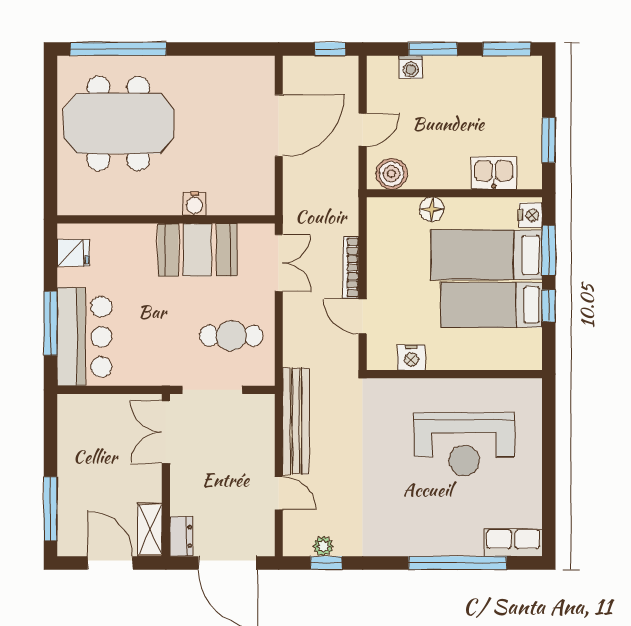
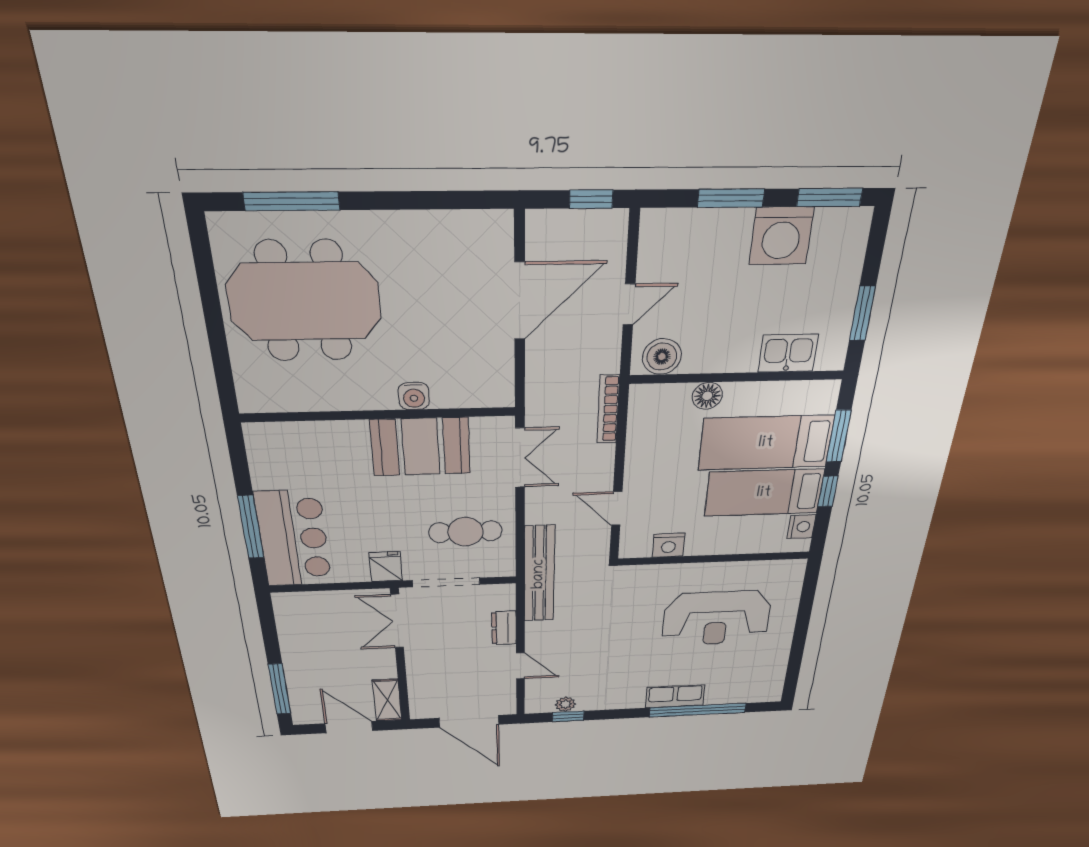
window: (118, 49) -> (292, 201), width x0.68
washing machine: (411, 67) -> (781, 236), moved, width x1.89, depth x1.89
nightstand: (531, 215) -> (801, 527), moved
fridge: (73, 253) -> (386, 567), moved, turned -90
bookcase: (351, 268) -> (608, 409), moved
bench: (296, 421) -> (539, 574), moved
dresser: (181, 536) -> (504, 628), moved, turned 180
row of seats: (513, 543) -> (675, 696), moved

